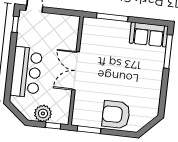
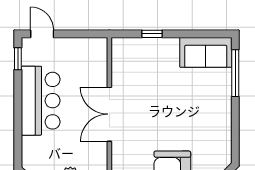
window: (112, 17) -> (152, 34), width x0.46
bar counter: (26, 72) -> (41, 101), moved

